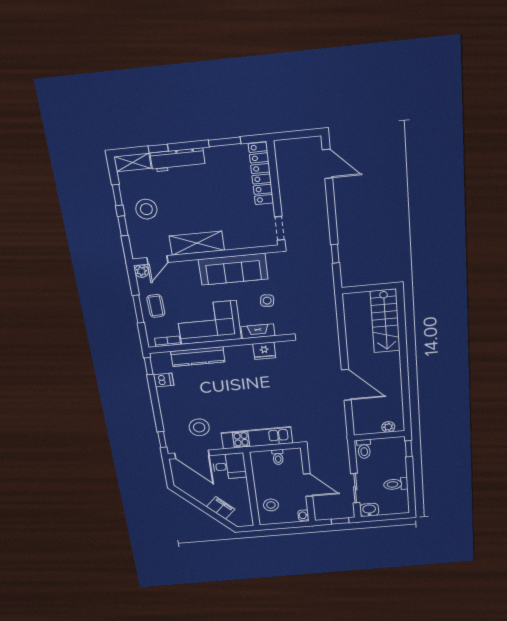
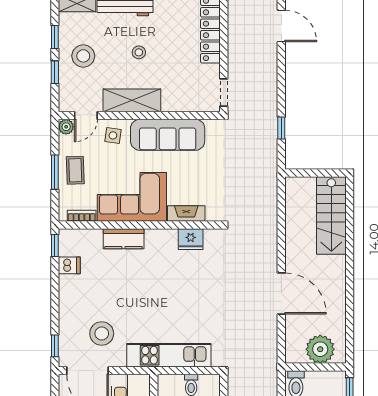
stool: (197, 201) -> (139, 52), added
side table: (267, 301) -> (113, 135), moved
kitchen counter: (198, 357) -> (124, 239), width x0.67
plant: (388, 427) -> (320, 349), width x1.88, depth x1.88

